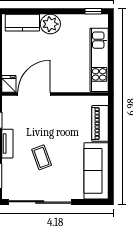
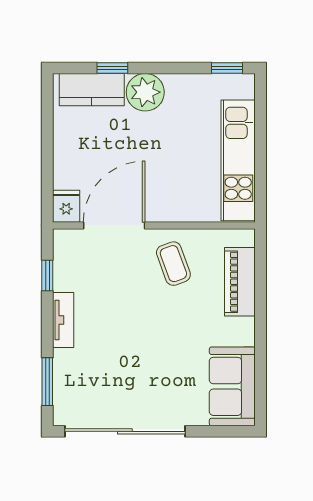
window: (33, 11) -> (112, 68), added
coffee table: (42, 157) -> (173, 264), moved
sofa: (96, 171) -> (232, 386), width x0.73

